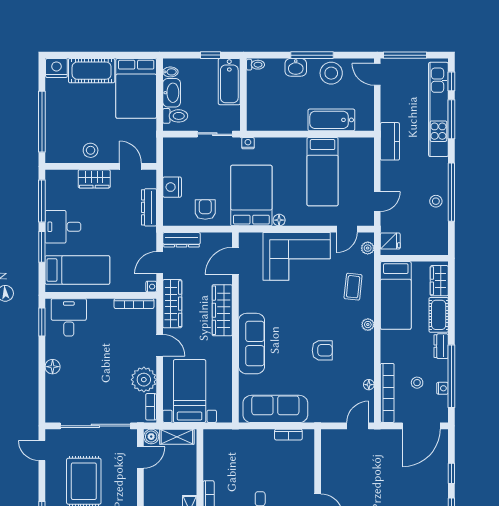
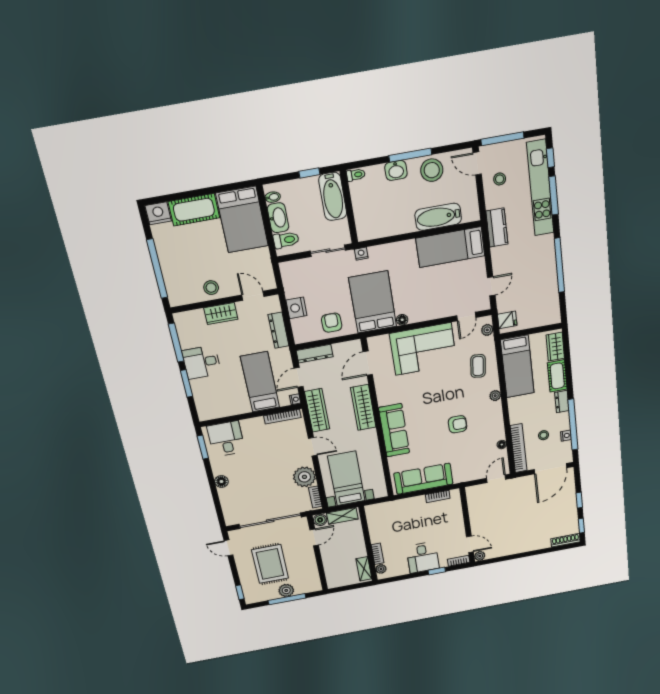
bed: (323, 172) -> (450, 247), moved, turned 90
stool: (436, 201) -> (500, 179), moved
bed: (77, 270) -> (260, 382), moved, turned -90

